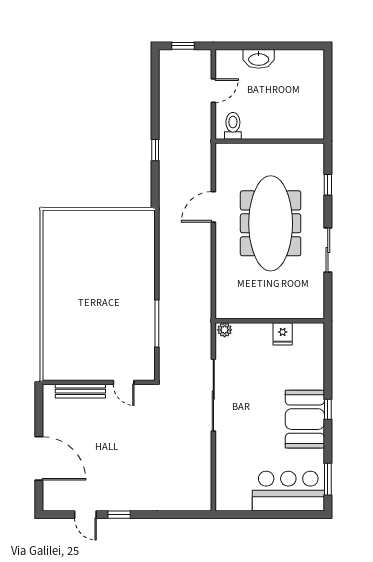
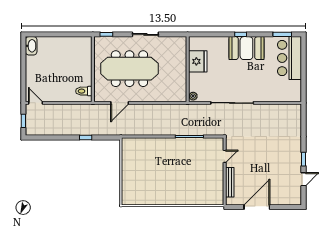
washbasin: (259, 59) -> (31, 46), moved
door: (213, 91) -> (36, 103), moved
toilet: (233, 126) -> (84, 91), moved
wall: (270, 141) -> (93, 69), moved
door: (213, 207) -> (120, 103), hinge flipped
fridge: (283, 334) -> (198, 61), width x1.88, depth x1.34
door: (39, 458) -> (257, 207), moved

